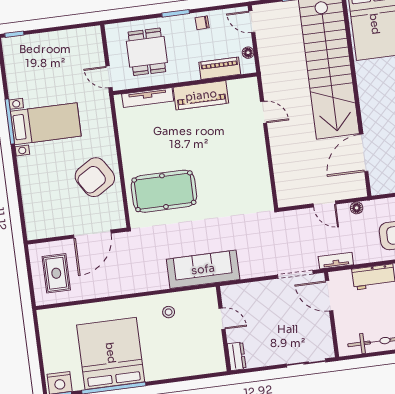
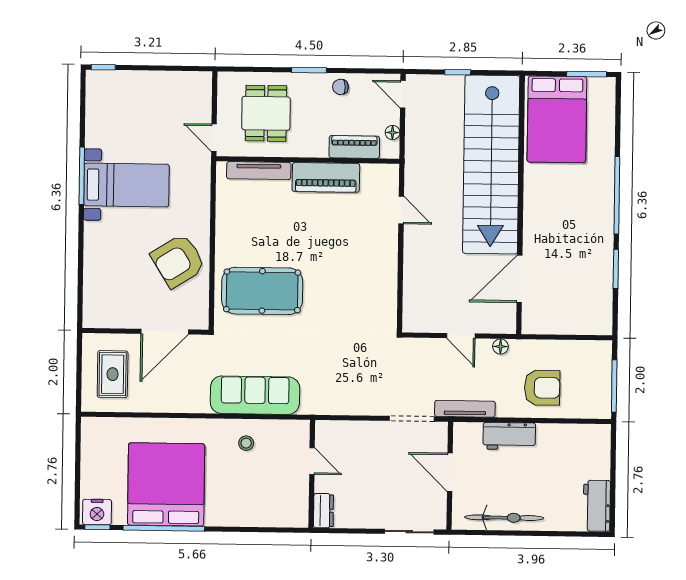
tv unit: (336, 261) -> (465, 409), width x1.41
sofa: (203, 269) -> (255, 395), moved
door: (329, 296) -> (450, 472), moved

